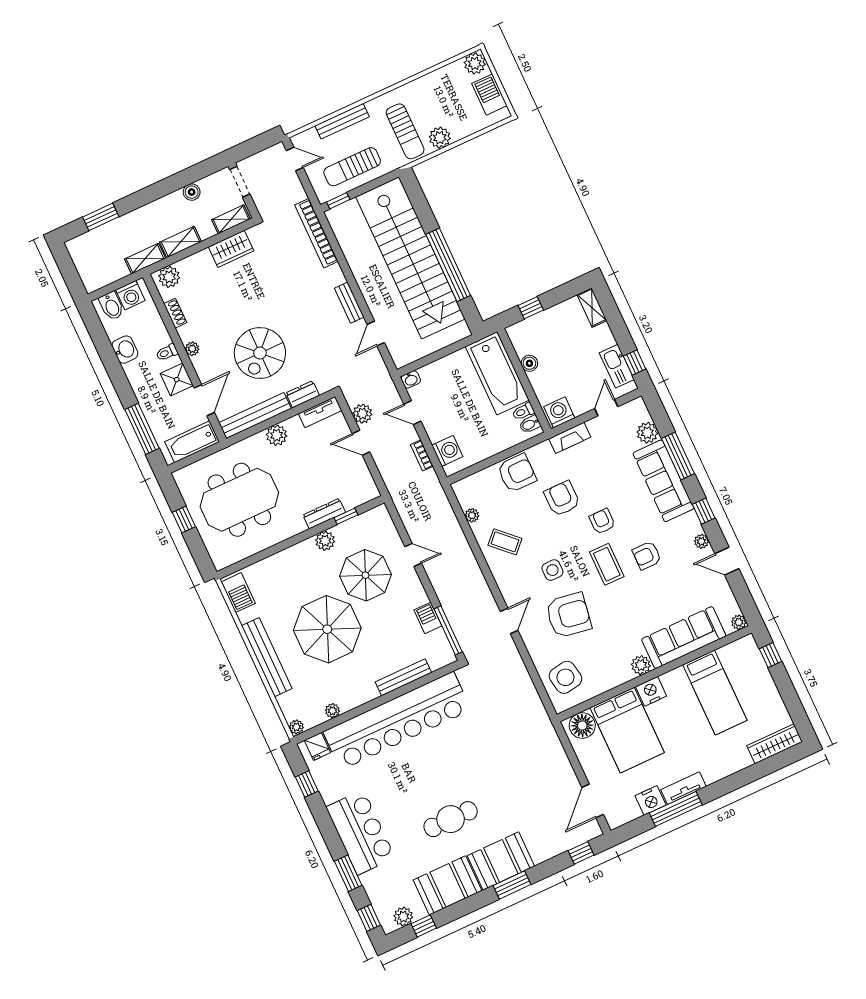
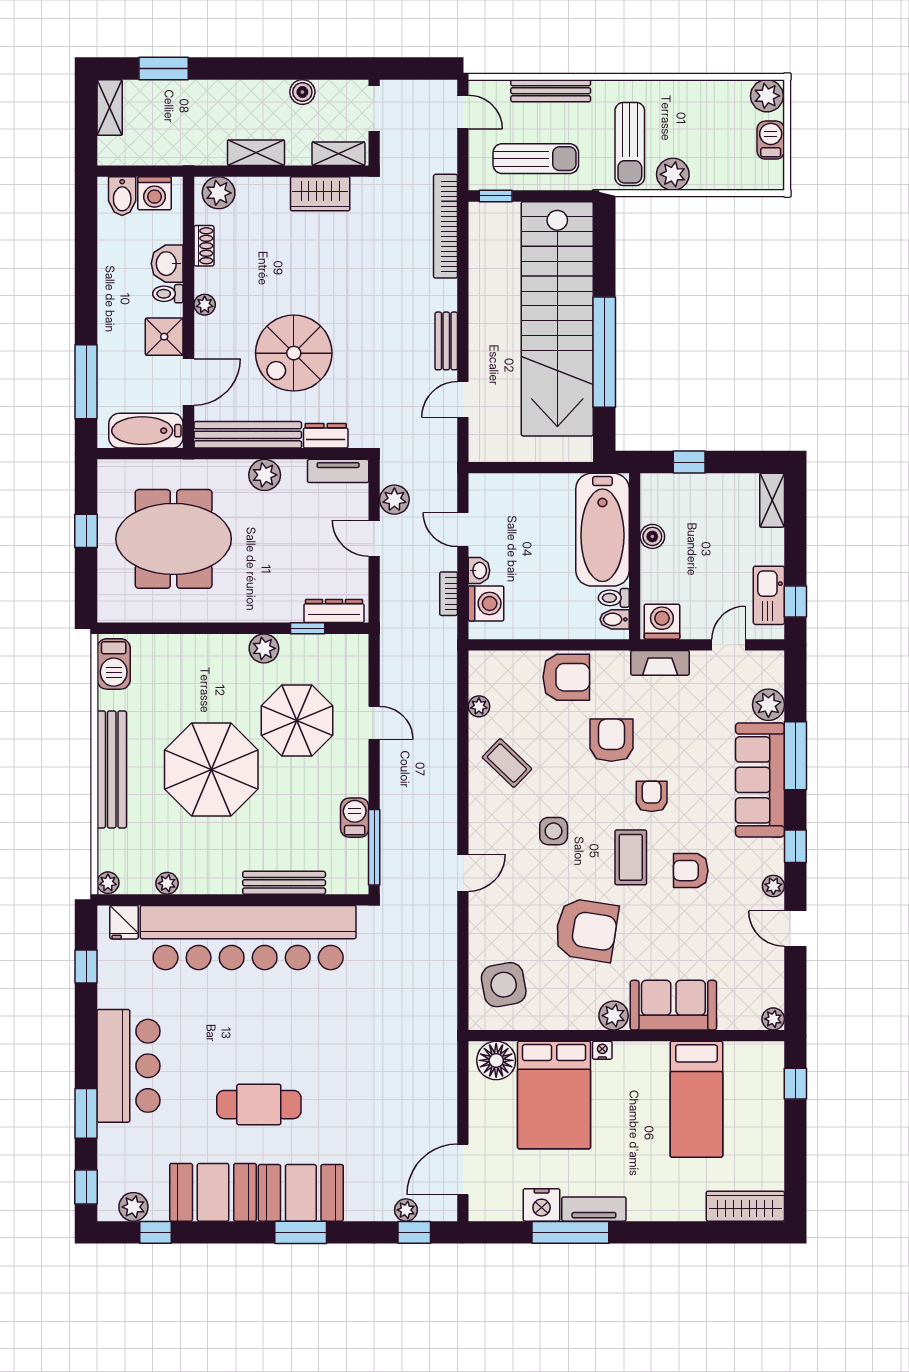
barbecue: (489, 95) -> (771, 140), width x0.73, depth x0.79
sun lounger: (352, 167) -> (536, 159), turned 180
shelving: (145, 259) -> (110, 108), moved, turned 90
washbasin: (125, 350) -> (167, 264), moved, turned 180
washbasin: (411, 379) -> (479, 571), moved, turned -90
dresser: (324, 514) -> (334, 611), moved
armchair: (569, 615) -> (586, 930), moved
sofa: (684, 638) -> (673, 1005), width x0.73
nightstand: (651, 691) -> (602, 1050), width x0.53, depth x0.56
plant: (570, 842) -> (406, 1210), added

